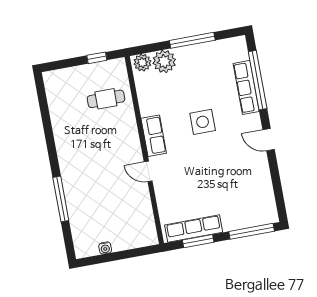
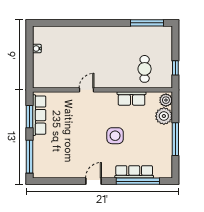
row of seats: (154, 136) -> (132, 99), moved
window: (61, 199) -> (147, 23), moved

